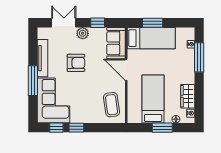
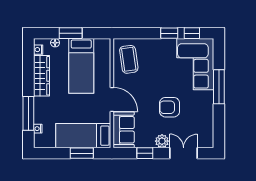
double door: (64, 23) -> (184, 153), swing flipped
tv unit: (43, 58) -> (208, 113), removed
wardrobe: (188, 96) -> (41, 76), width x1.50

